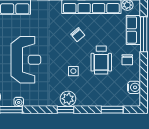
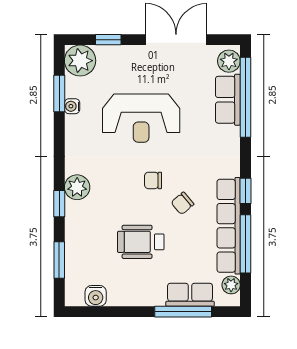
chair: (127, 60) -> (153, 180), moved
side table: (73, 71) -> (122, 196), removed
window: (65, 110) -> (59, 204), moved

